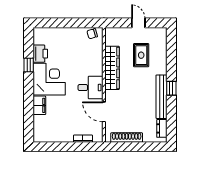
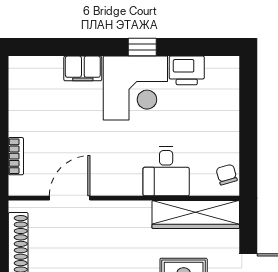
window: (29, 65) -> (142, 47), moved
wardrobe: (112, 68) -> (196, 215), moved
desk: (90, 88) -> (166, 171), moved

